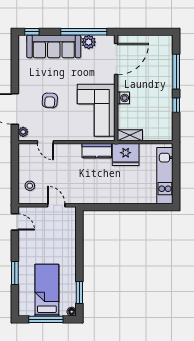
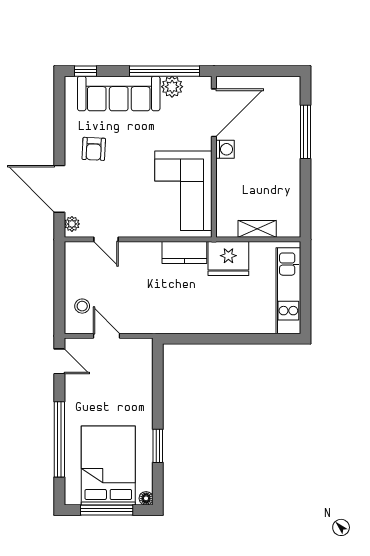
washing machine: (123, 98) -> (225, 149), moved
armchair: (50, 100) -> (94, 149), moved
window: (176, 105) -> (305, 183), removed
shelving: (130, 135) -> (257, 229), moved
door: (56, 205) -> (106, 336), moved
window: (15, 273) -> (59, 439), width x2.11
bed: (47, 290) -> (108, 465), width x1.50
window: (79, 292) -> (158, 446), moved

